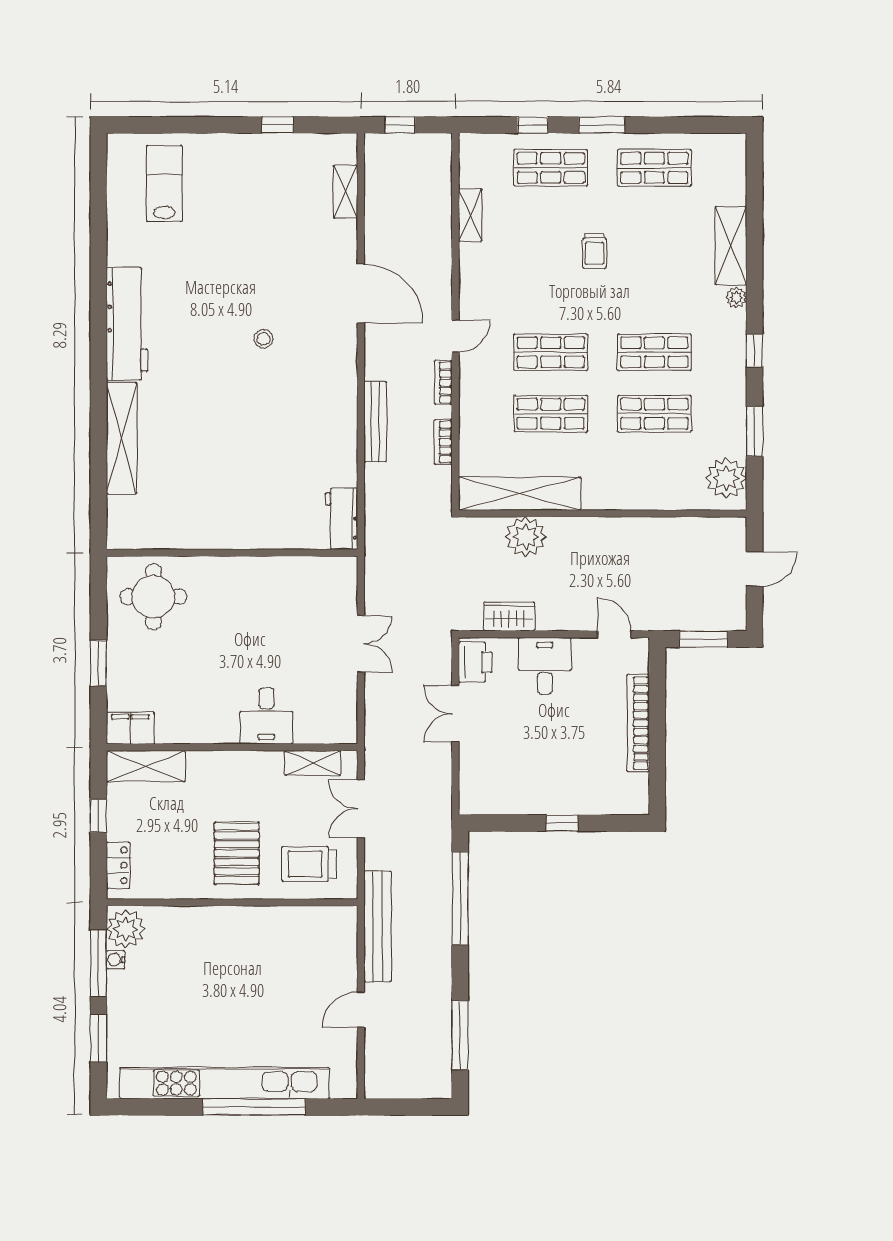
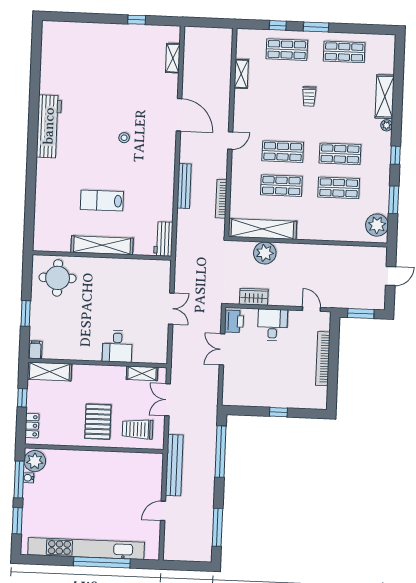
window: (400, 125) -> (204, 22), removed
lab bench: (164, 183) -> (102, 200), moved, turned -90
bookcase: (443, 382) -> (223, 166), removed
shelving: (122, 438) -> (102, 245), moved, turned 90
bookcase: (443, 442) -> (221, 199), width x1.56
filing cabinet: (130, 728) -> (35, 350), width x0.50

